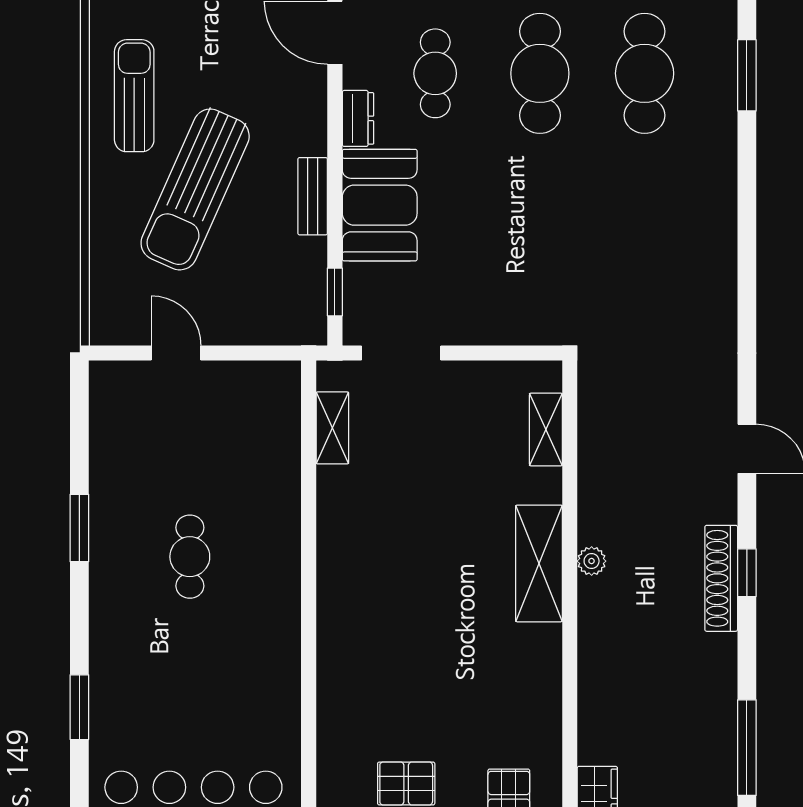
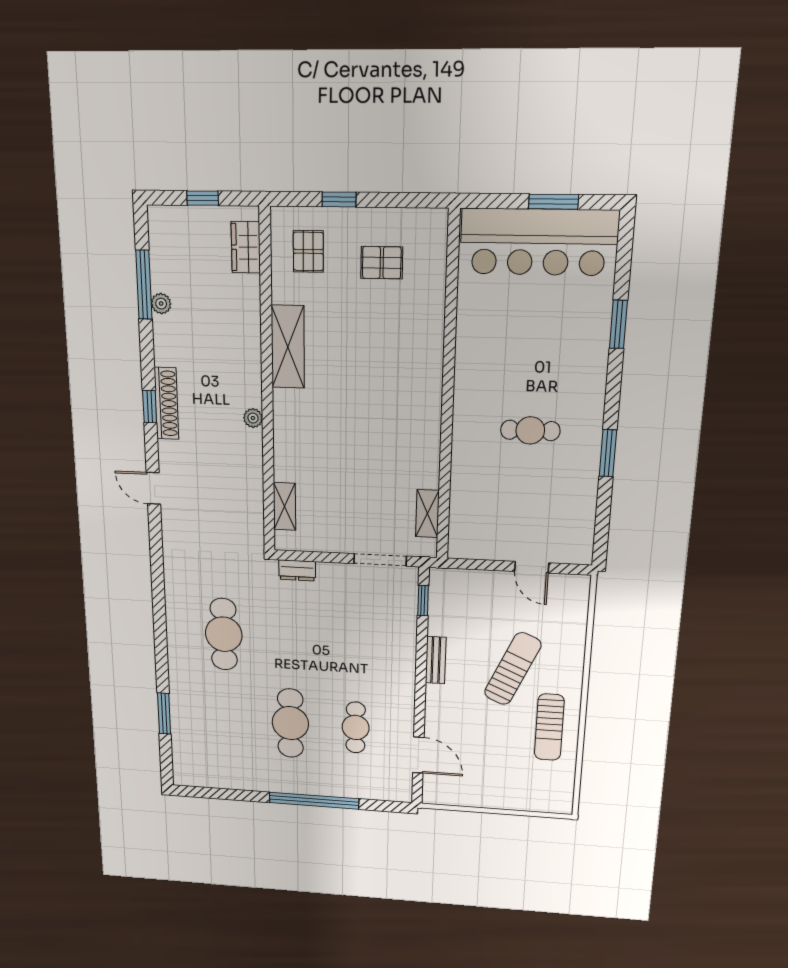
cafe table: (645, 73) -> (224, 634), moved
dresser: (358, 118) -> (297, 570), moved, turned -90
sun lounger: (195, 189) -> (513, 669), width x0.73, depth x0.75
booth: (380, 205) -> (392, 652), removed
cafe table: (190, 557) -> (530, 430), turned 90
shelving: (539, 563) -> (288, 347), moved
plant: (723, 722) -> (161, 304), added

